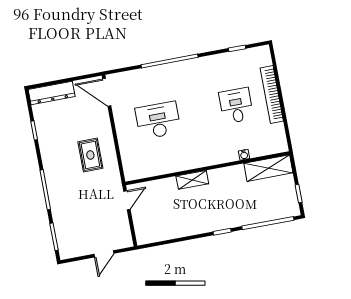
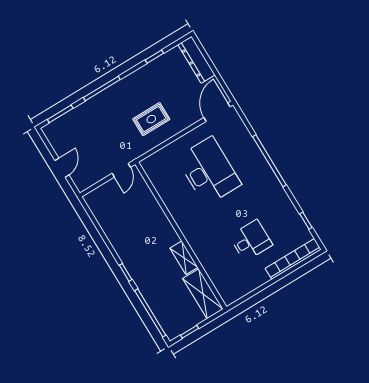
bookcase: (272, 94) -> (293, 259), moved
desk: (158, 120) -> (209, 171), width x1.36, depth x1.30
water cooler: (244, 155) -> (207, 266), removed
shelving: (192, 180) -> (184, 258), moved
door: (127, 200) -> (121, 170), hinge flipped
door: (104, 254) -> (62, 168), swing flipped

